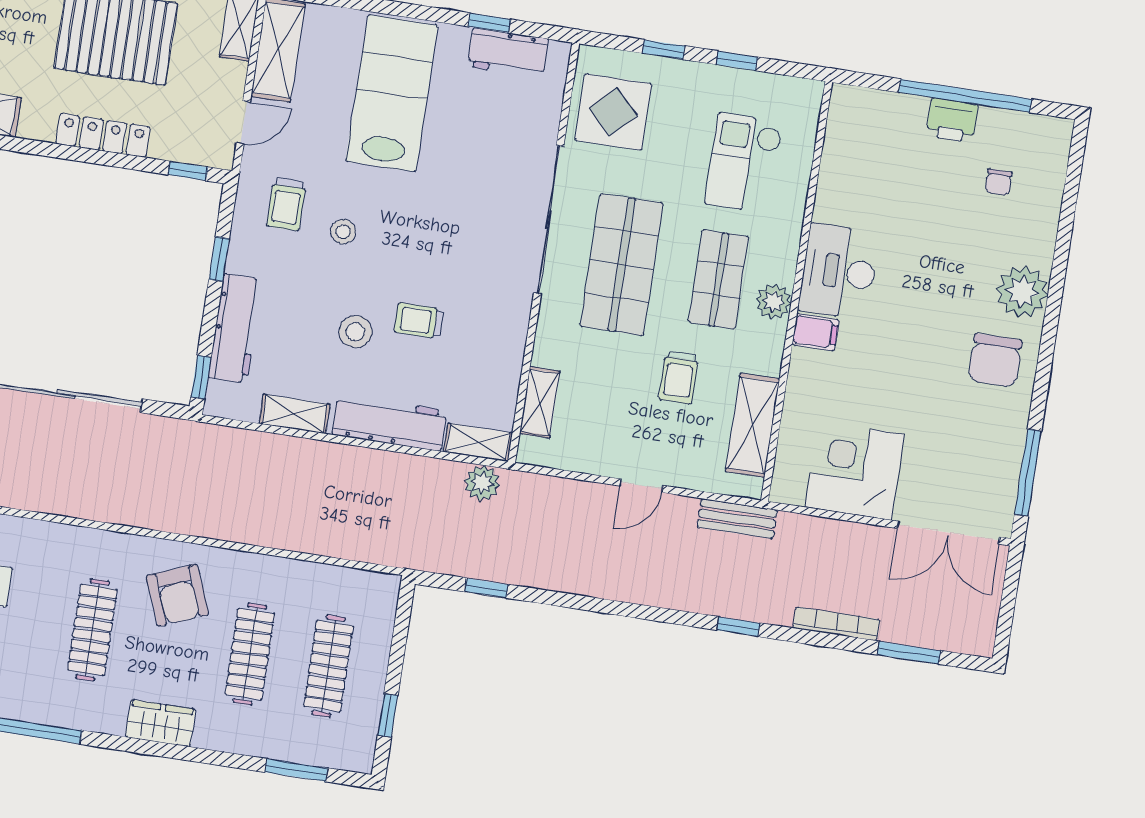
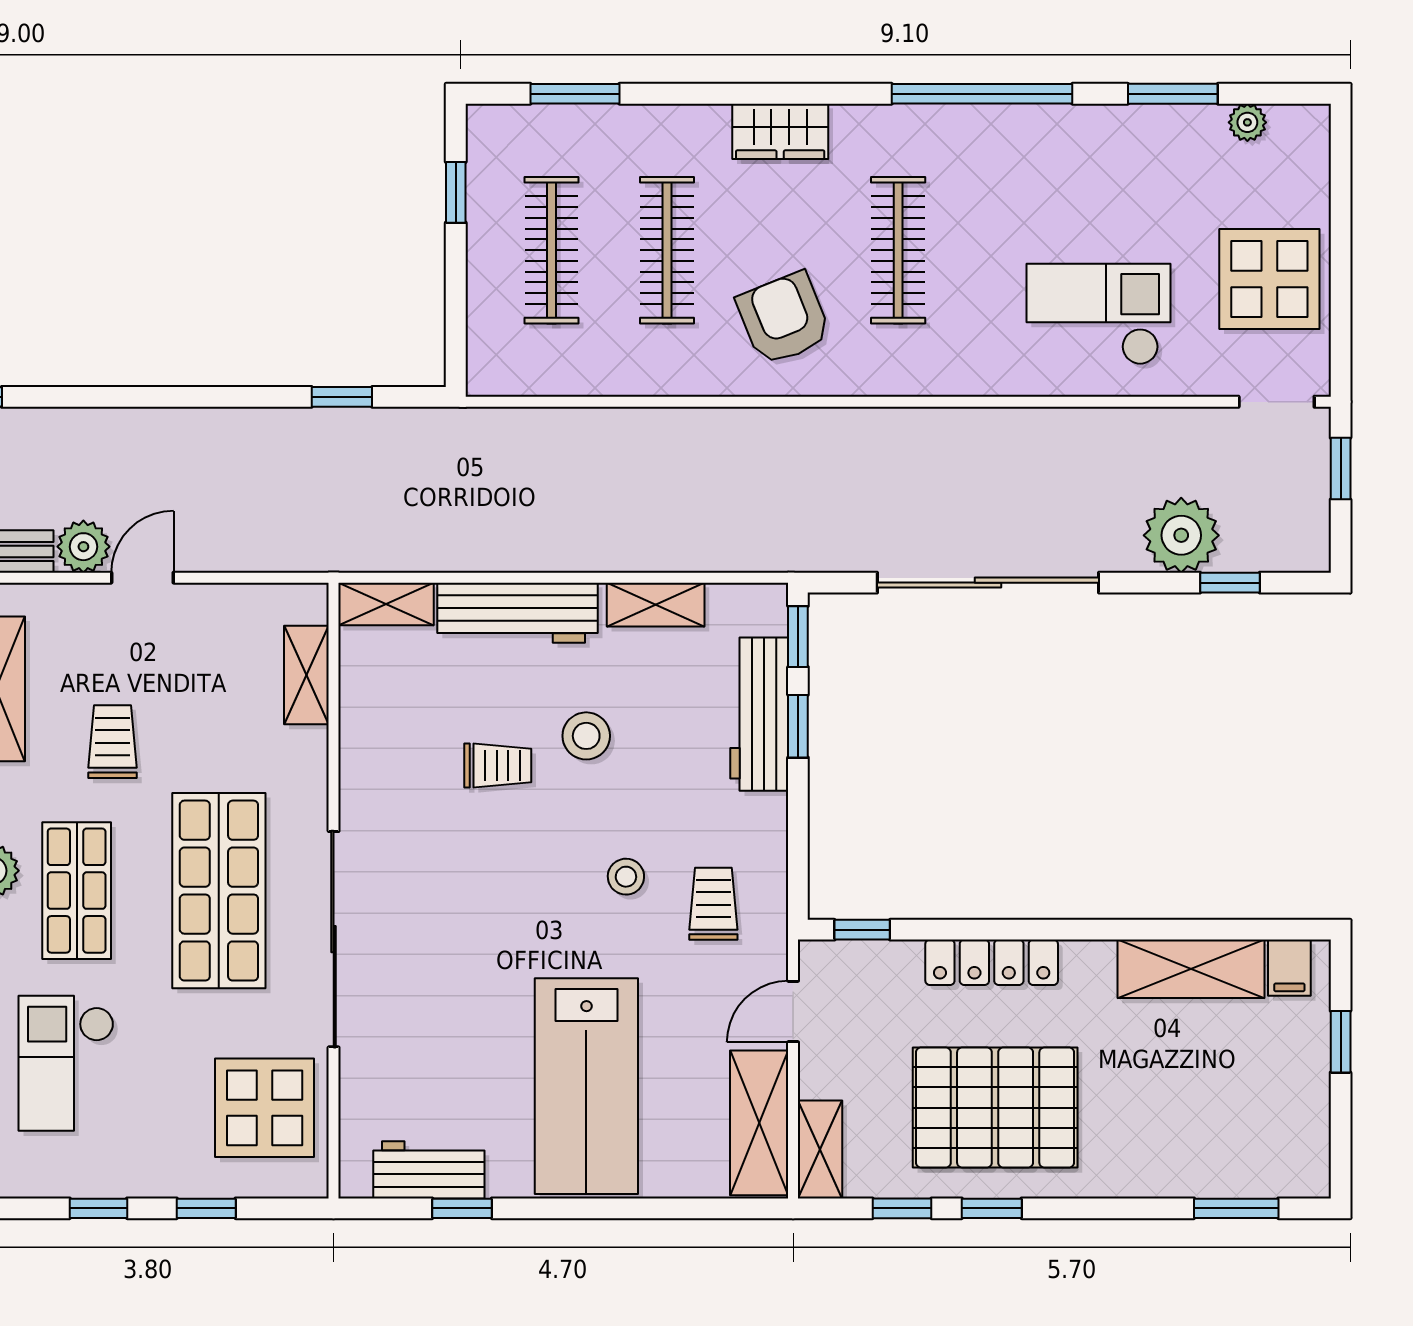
checkout: (744, 163) -> (66, 1063), turned 180
window: (219, 259) -> (798, 726), moved
plant: (482, 483) -> (83, 547), moved

